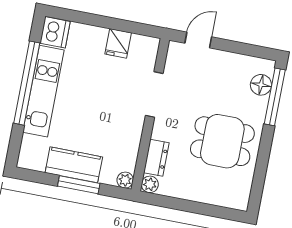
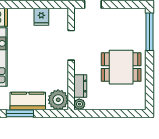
floor lamp: (261, 85) -> (139, 26), removed
plant: (125, 180) -> (58, 100), width x1.88, depth x1.88
window: (79, 185) -> (20, 113), moved

